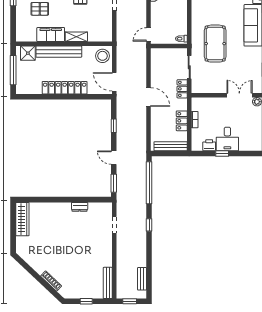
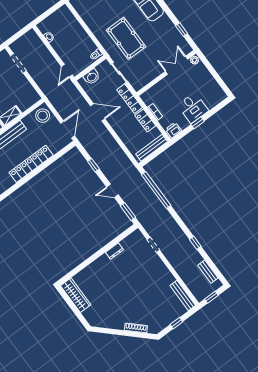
washbasin: (165, 54) -> (92, 77), added
door: (114, 82) -> (68, 129), swing flipped
locker: (182, 89) -> (130, 99), width x1.53
door: (149, 97) -> (98, 112), moved
printer: (209, 145) -> (173, 130), moved
window: (149, 225) -> (195, 243), moved

